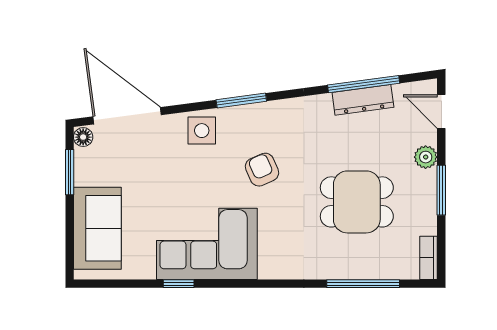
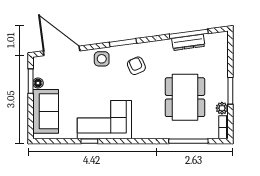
door: (441, 111) -> (230, 49), removed
floor lamp: (83, 137) -> (38, 83), moved
plant: (426, 157) -> (222, 108), moved
armchair: (262, 170) -> (136, 66), moved
dining table: (357, 202) -> (185, 97), width x1.38

